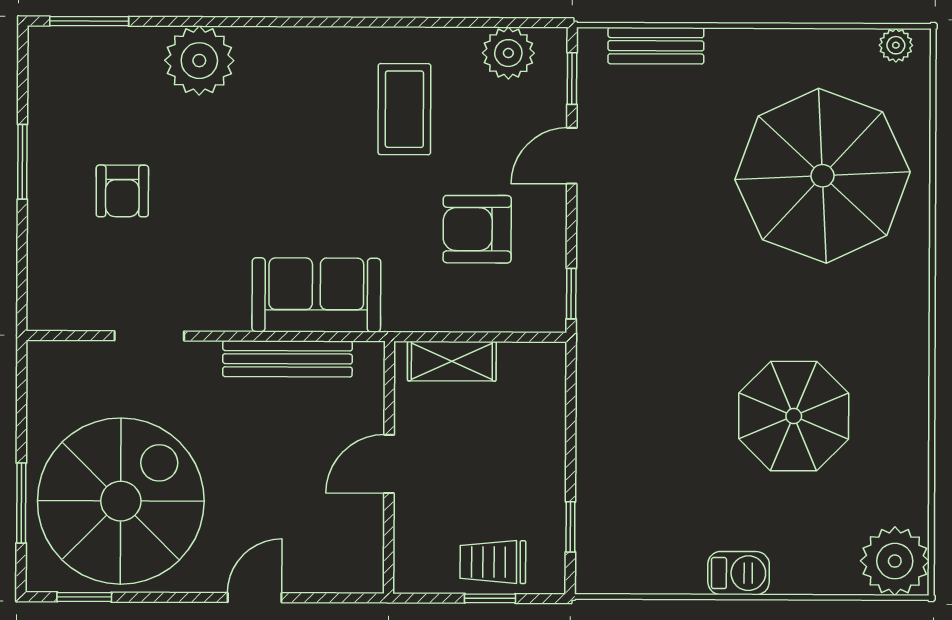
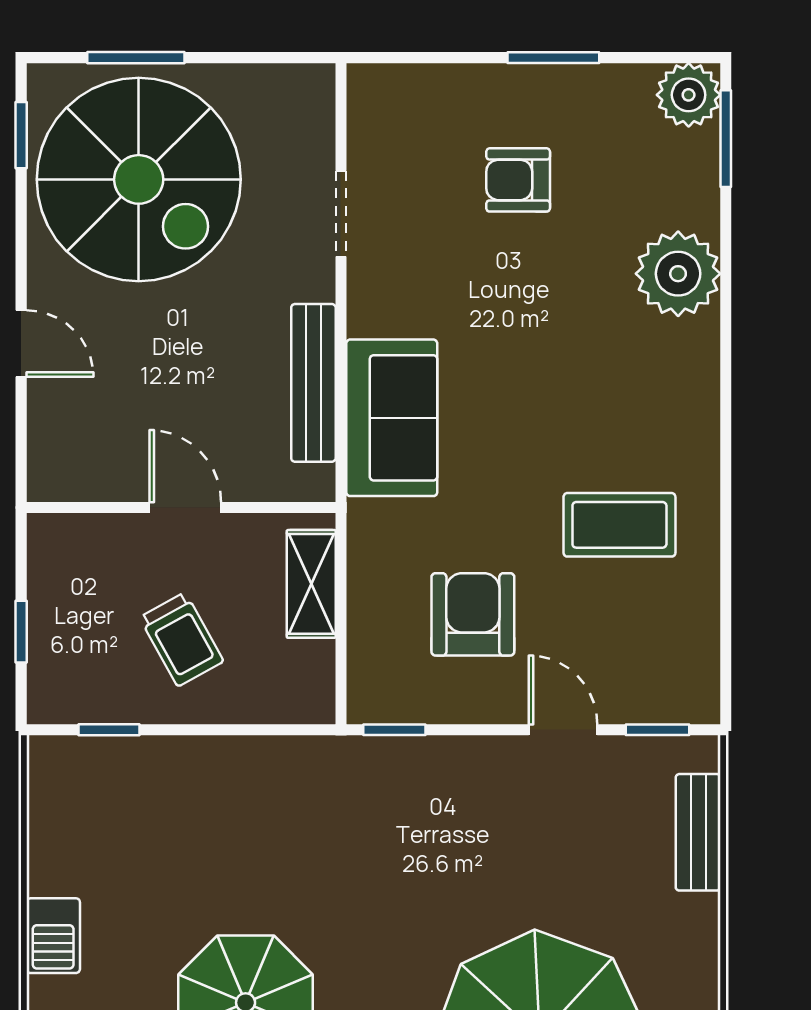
plant: (508, 53) -> (689, 95), moved
trolley: (493, 562) -> (182, 639), moved, turned 151

